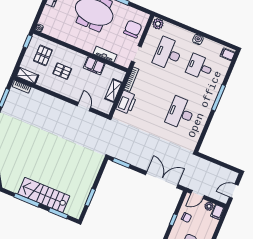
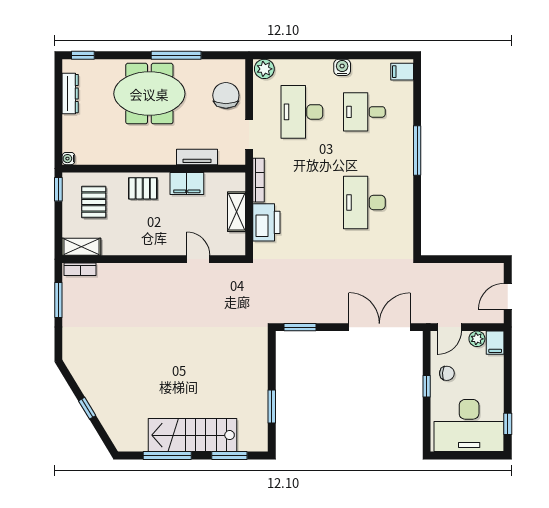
pallet: (62, 71) -> (143, 188), moved

